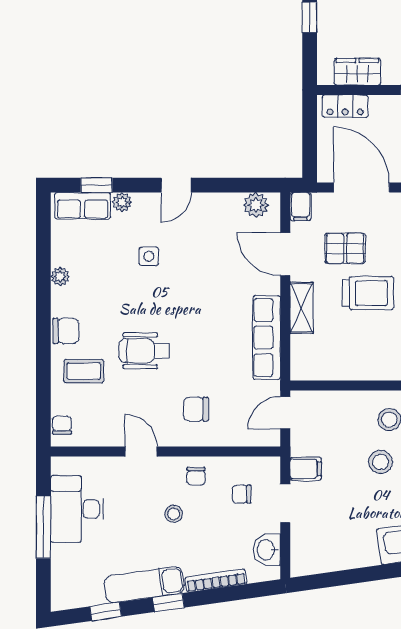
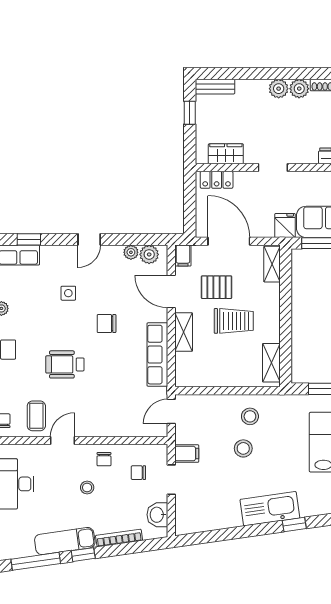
plant: (122, 202) -> (131, 252), moved
coffee table: (84, 371) -> (36, 416), moved, turned 90
chair: (196, 409) -> (107, 324), moved
door: (141, 451) -> (62, 440), hinge flipped
window: (106, 611) -> (36, 561), width x2.17

